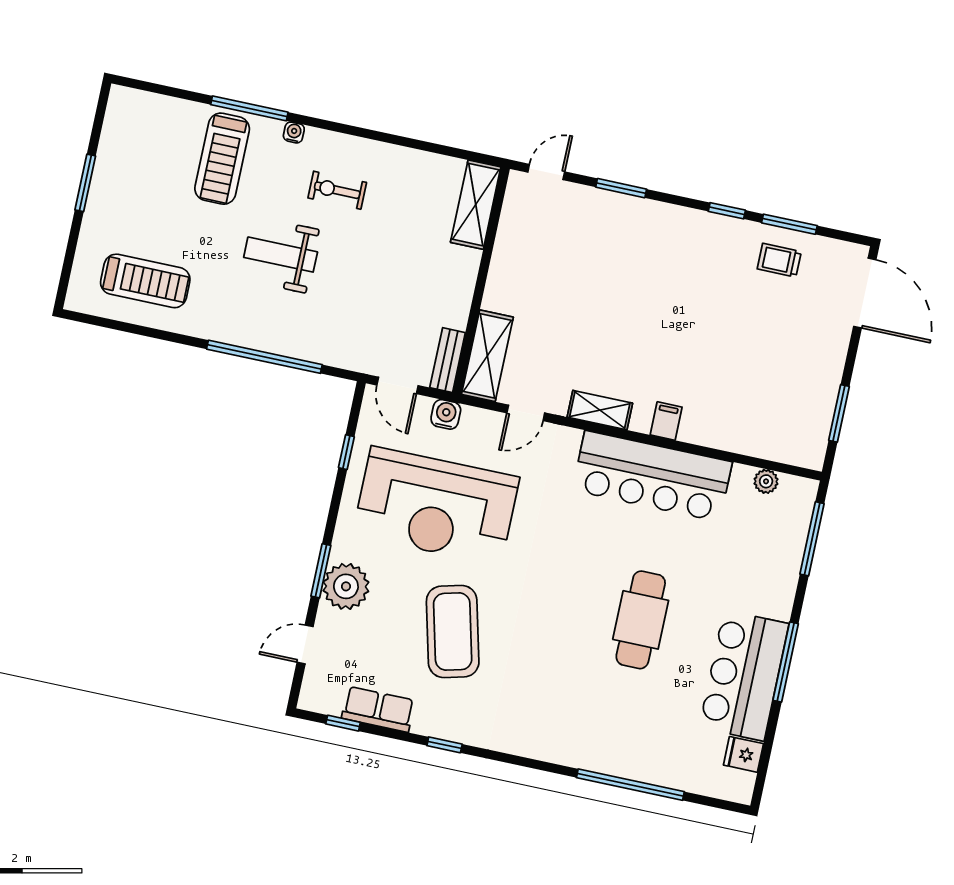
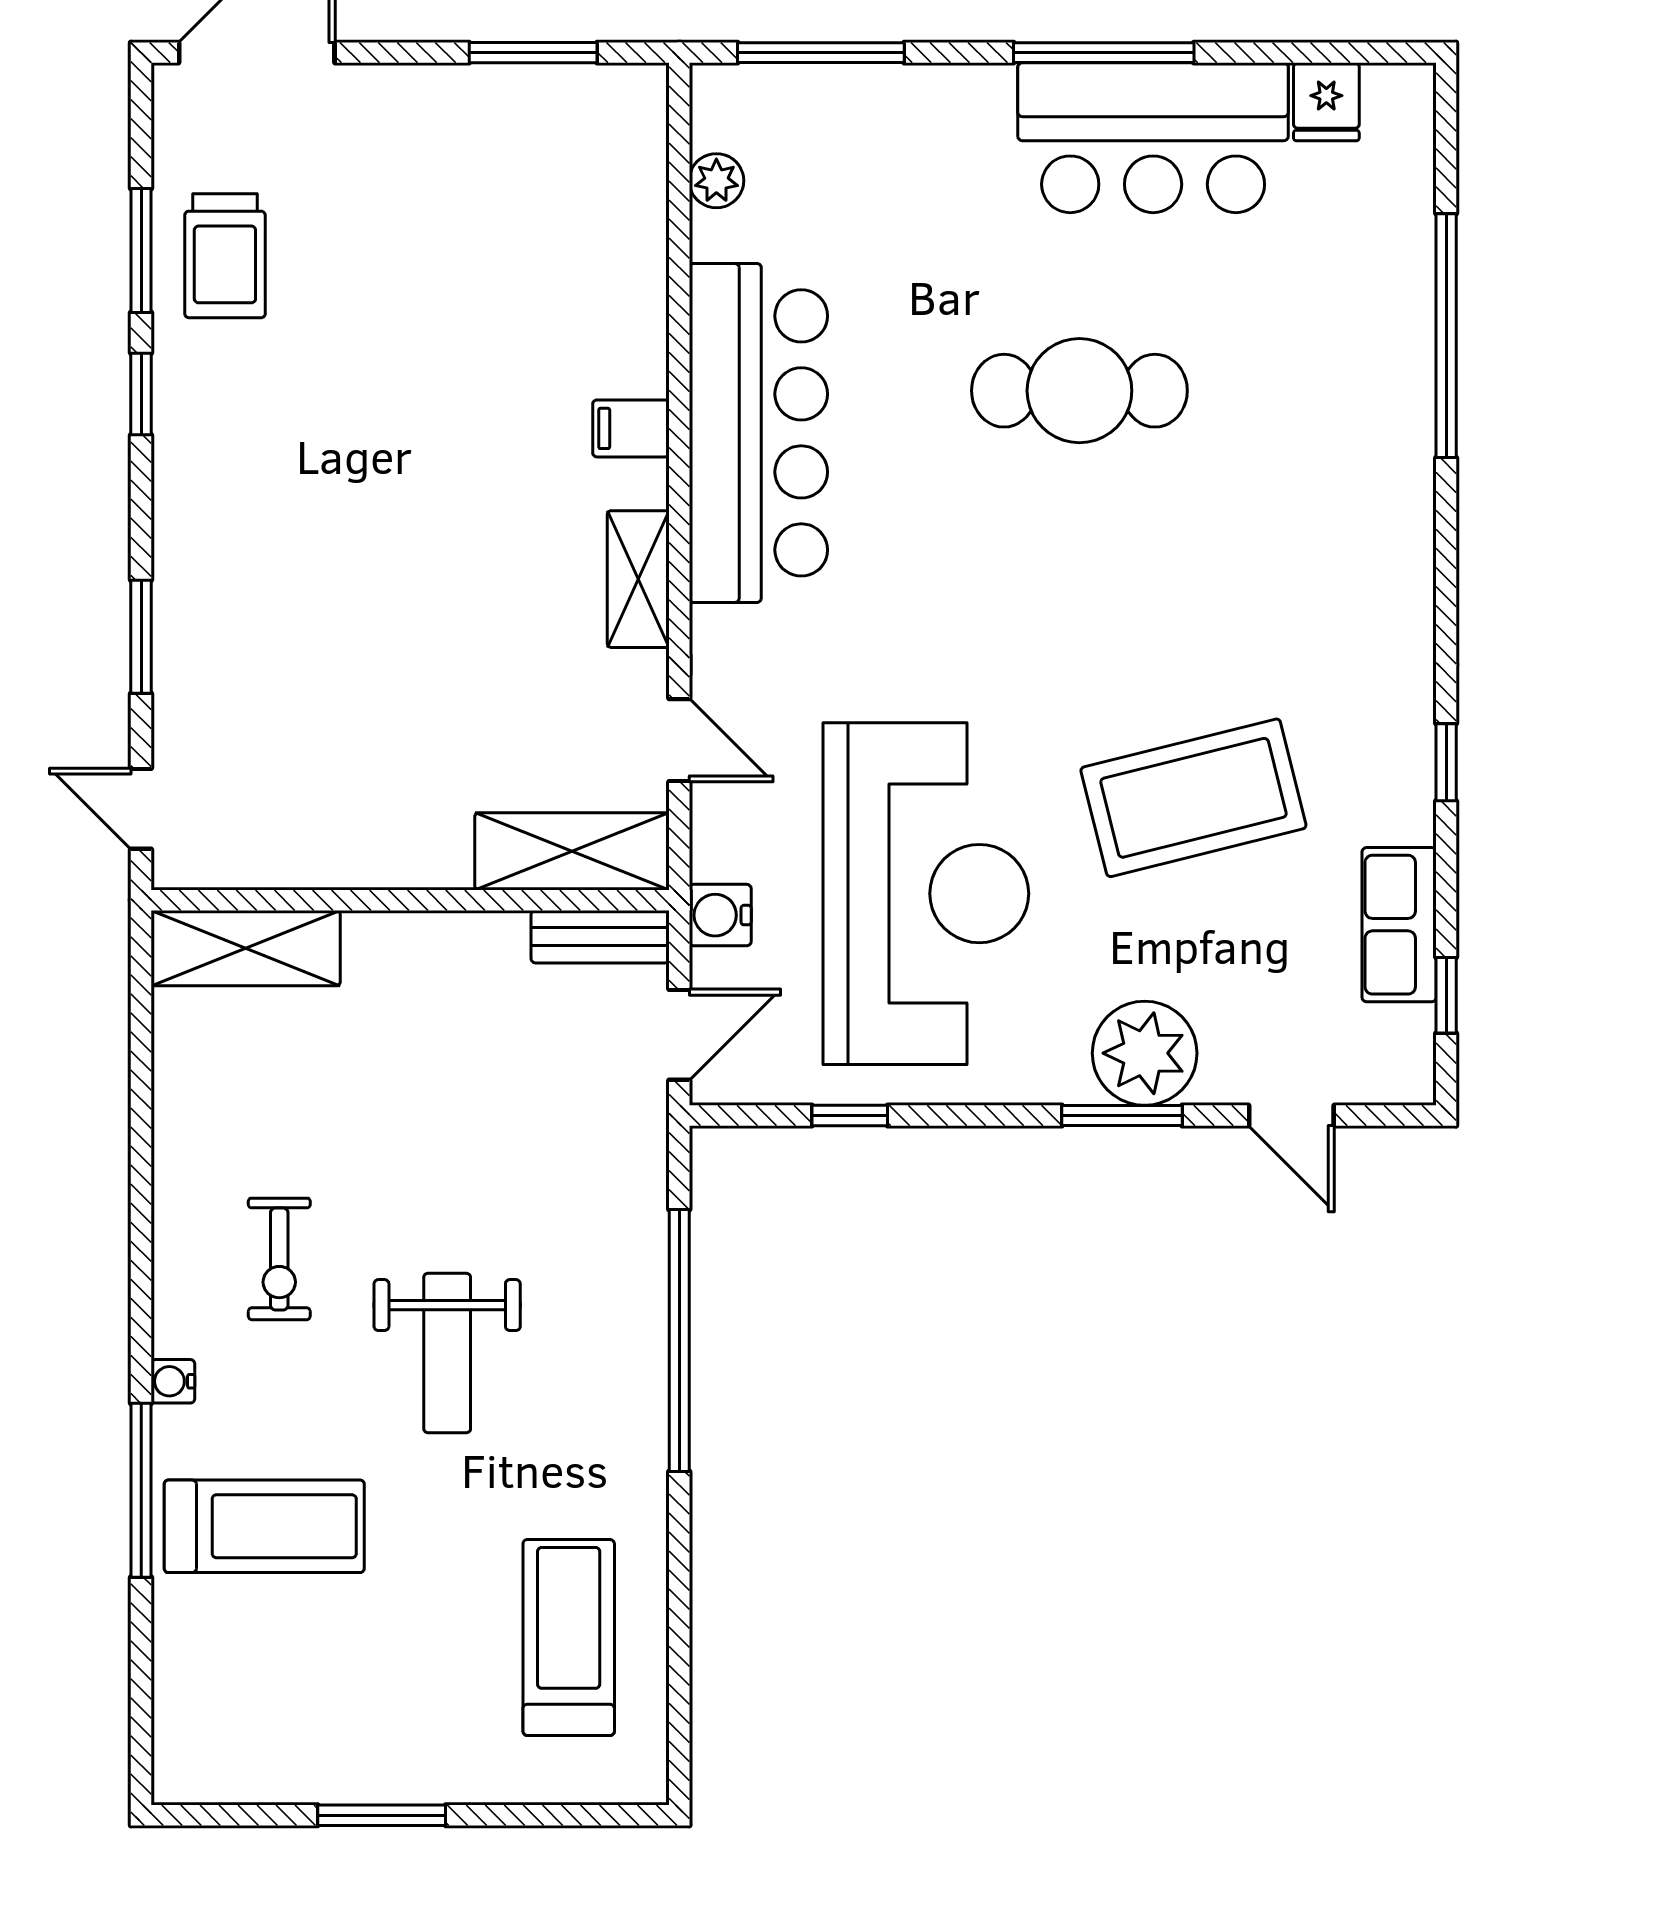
trolley: (779, 260) -> (225, 256), width x1.36, depth x1.39

